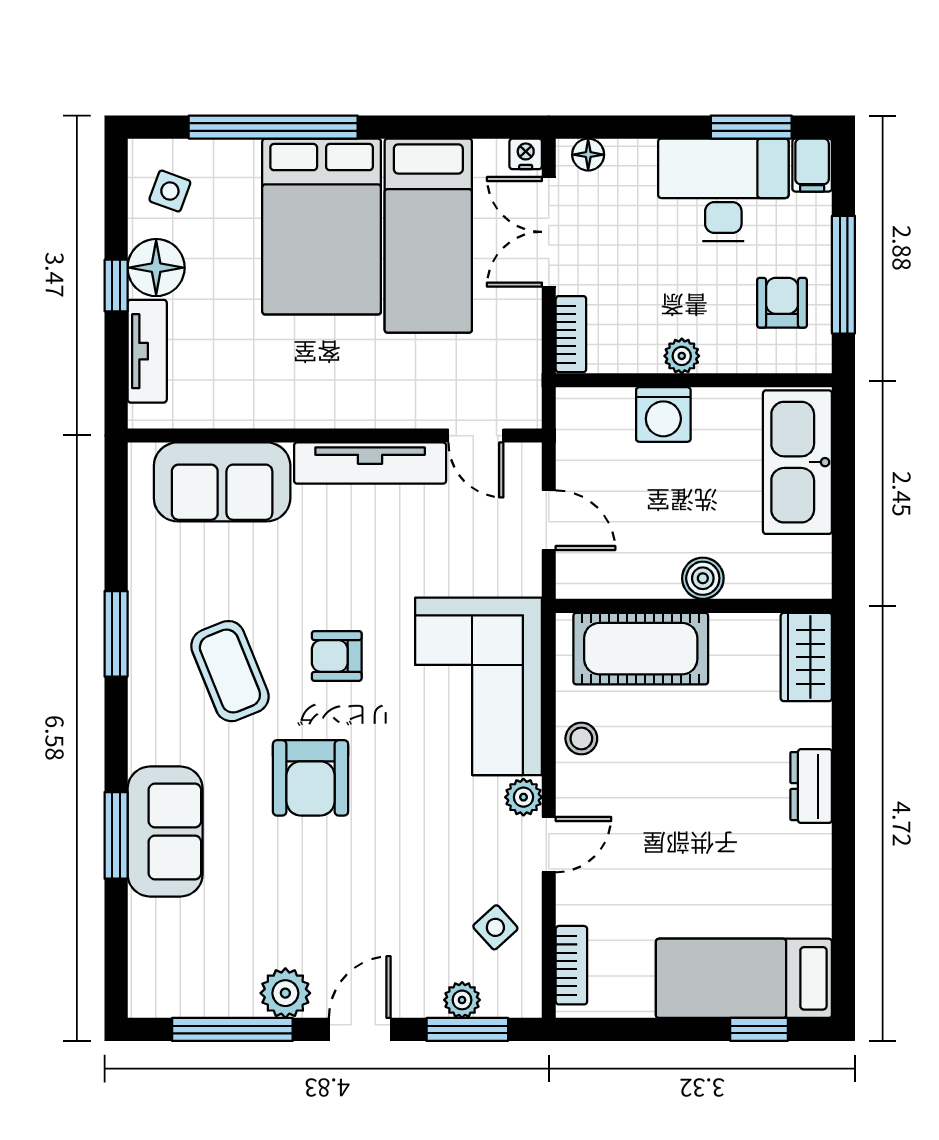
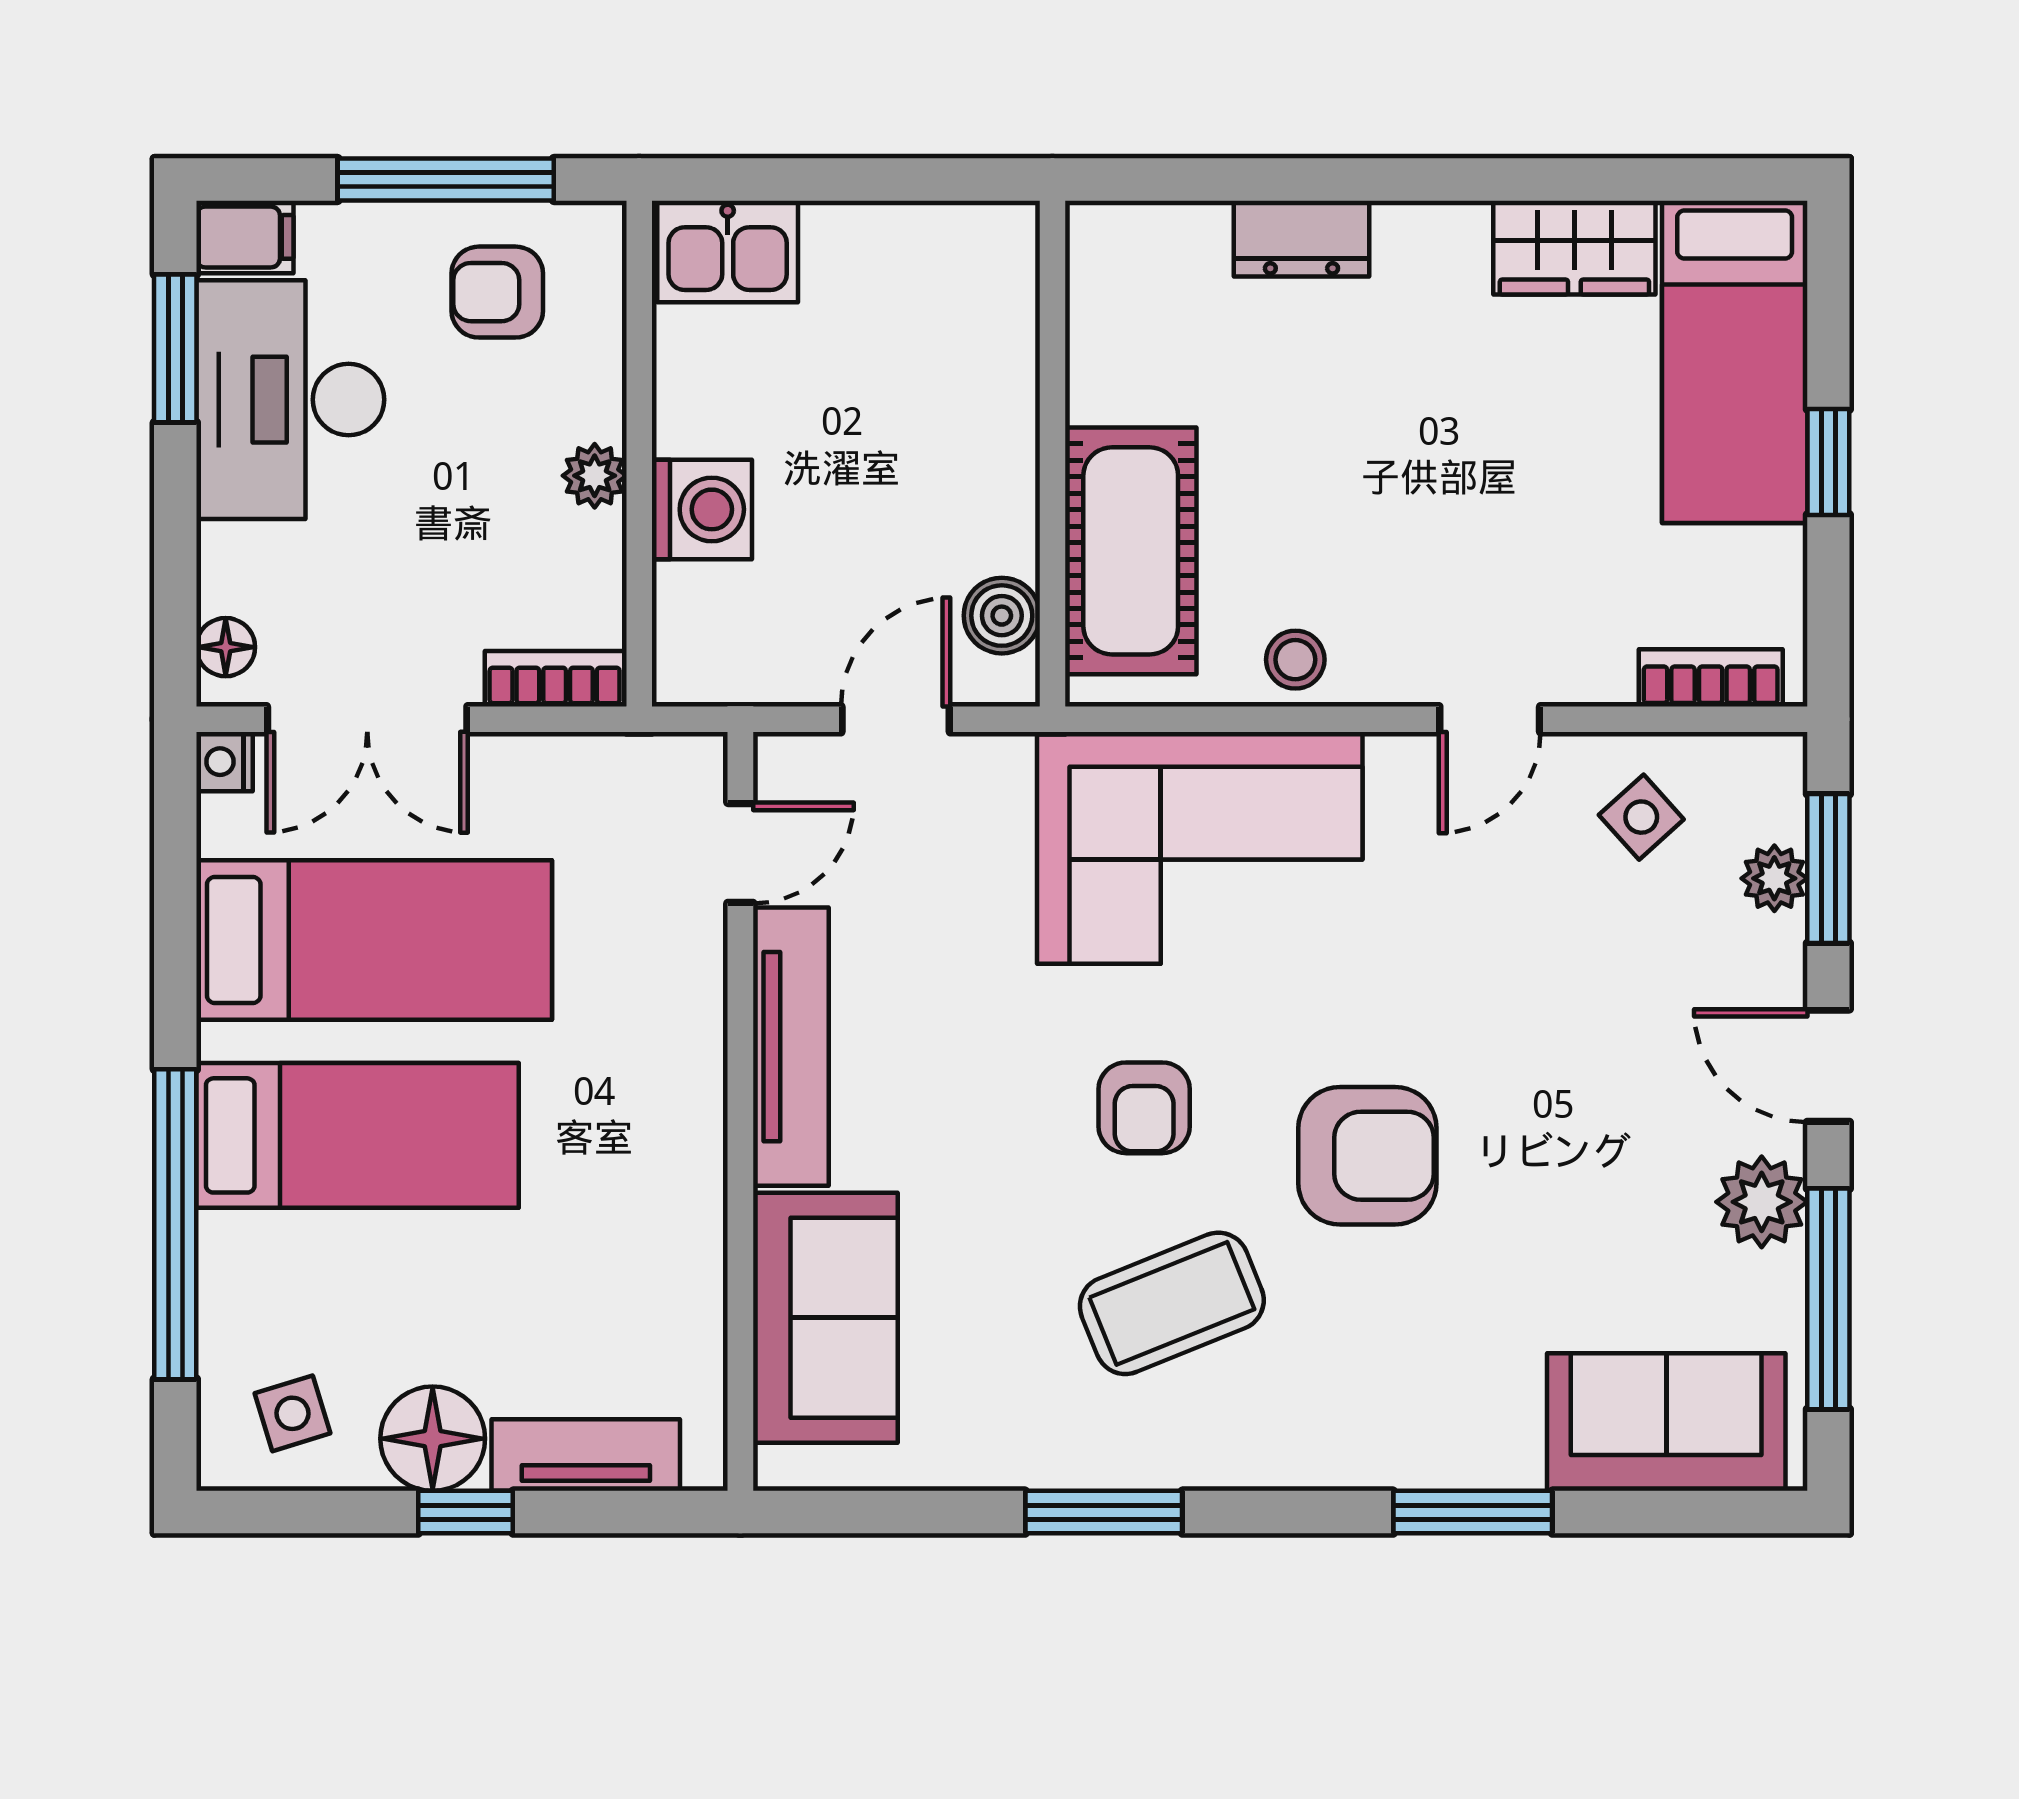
side table: (170, 191) -> (293, 1413), turned -37
bed: (322, 227) -> (357, 1135), width x0.67
kitchen sink: (797, 462) -> (728, 251), width x0.53, depth x0.81
boiler: (703, 578) -> (1002, 616), moved
wardrobe: (806, 657) -> (1574, 248), moved
dresser: (811, 786) -> (1301, 239), moved
plant: (523, 797) -> (1403, 766), removed
sofa: (165, 831) -> (1666, 1422), moved
door: (549, 845) -> (1490, 719), swing flipped
window: (759, 1029) -> (1828, 462), moved

